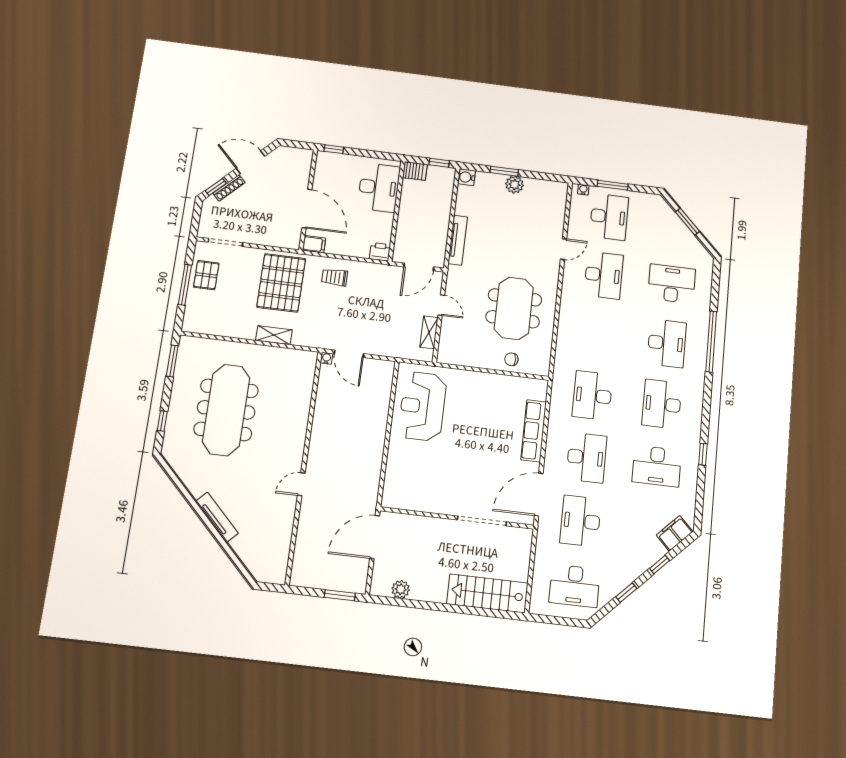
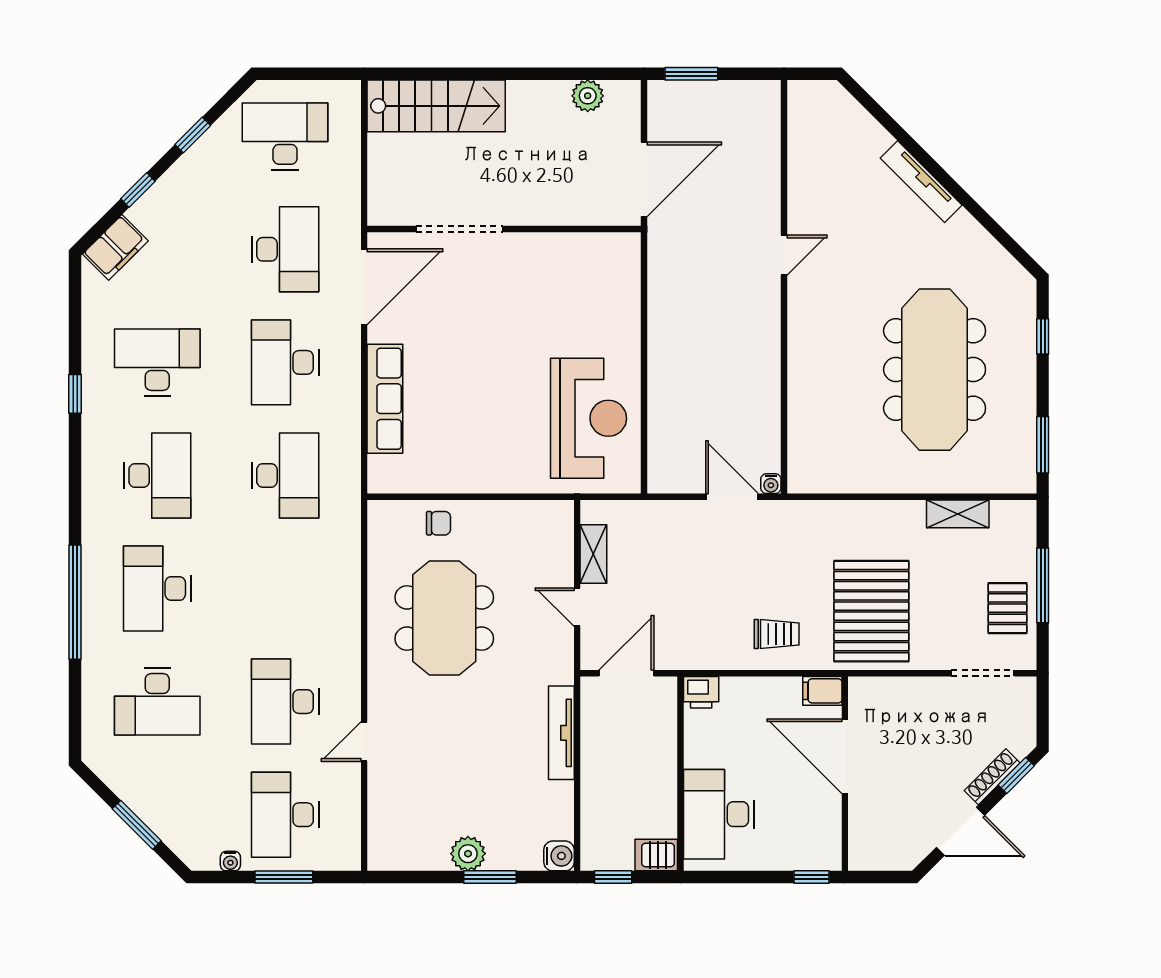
water cooler: (583, 190) -> (230, 861), moved
shelving: (274, 335) -> (958, 514), moved

